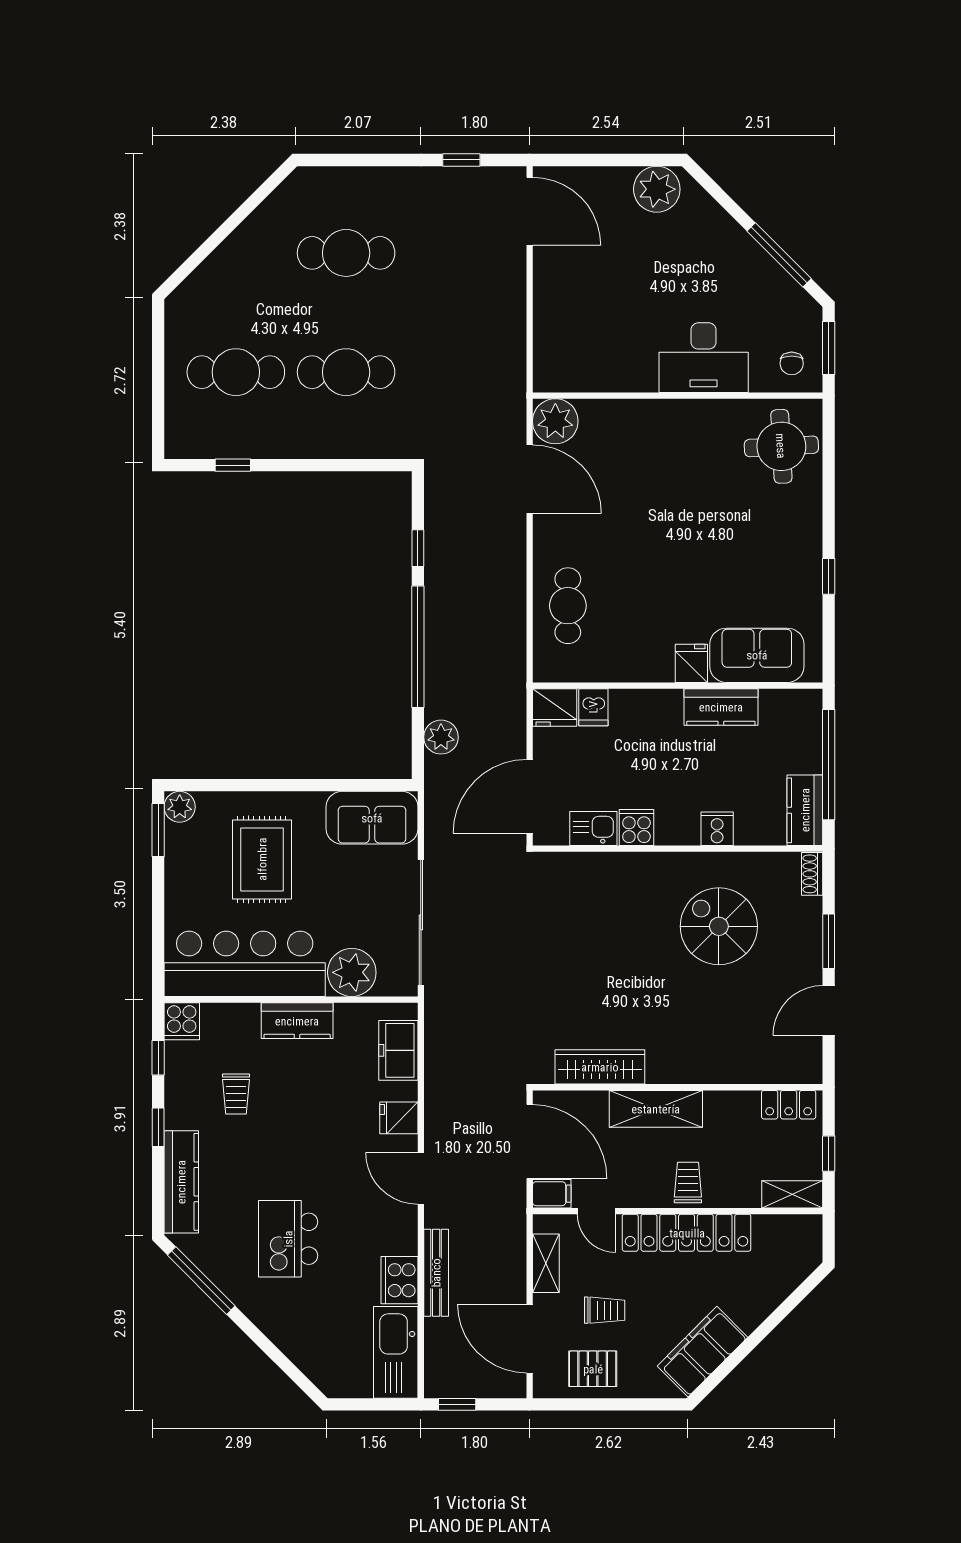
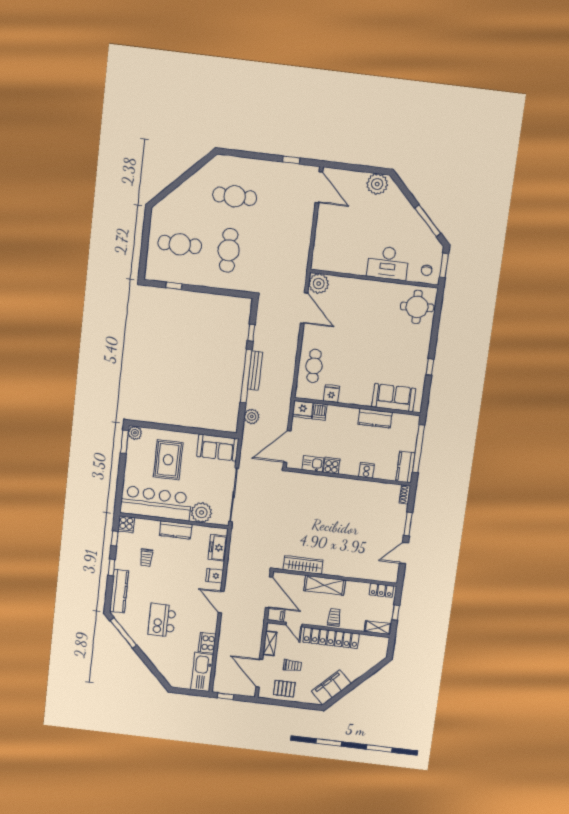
cafe table: (346, 372) -> (229, 250), turned 90
fridge: (691, 663) -> (332, 394), moved
spiral stairs: (719, 926) -> (362, 512), removed
bench: (436, 1273) -> (255, 370), moved

